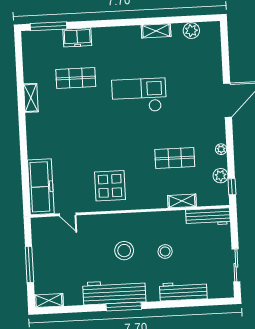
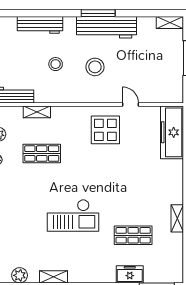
door: (68, 214) -> (130, 104), moved

